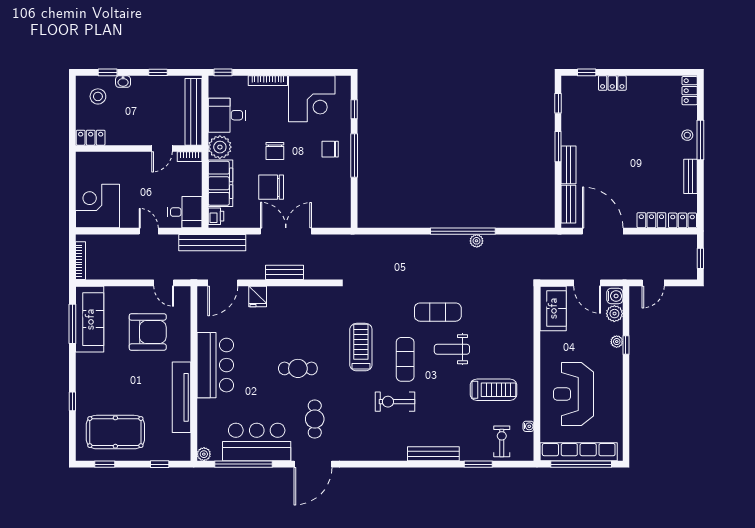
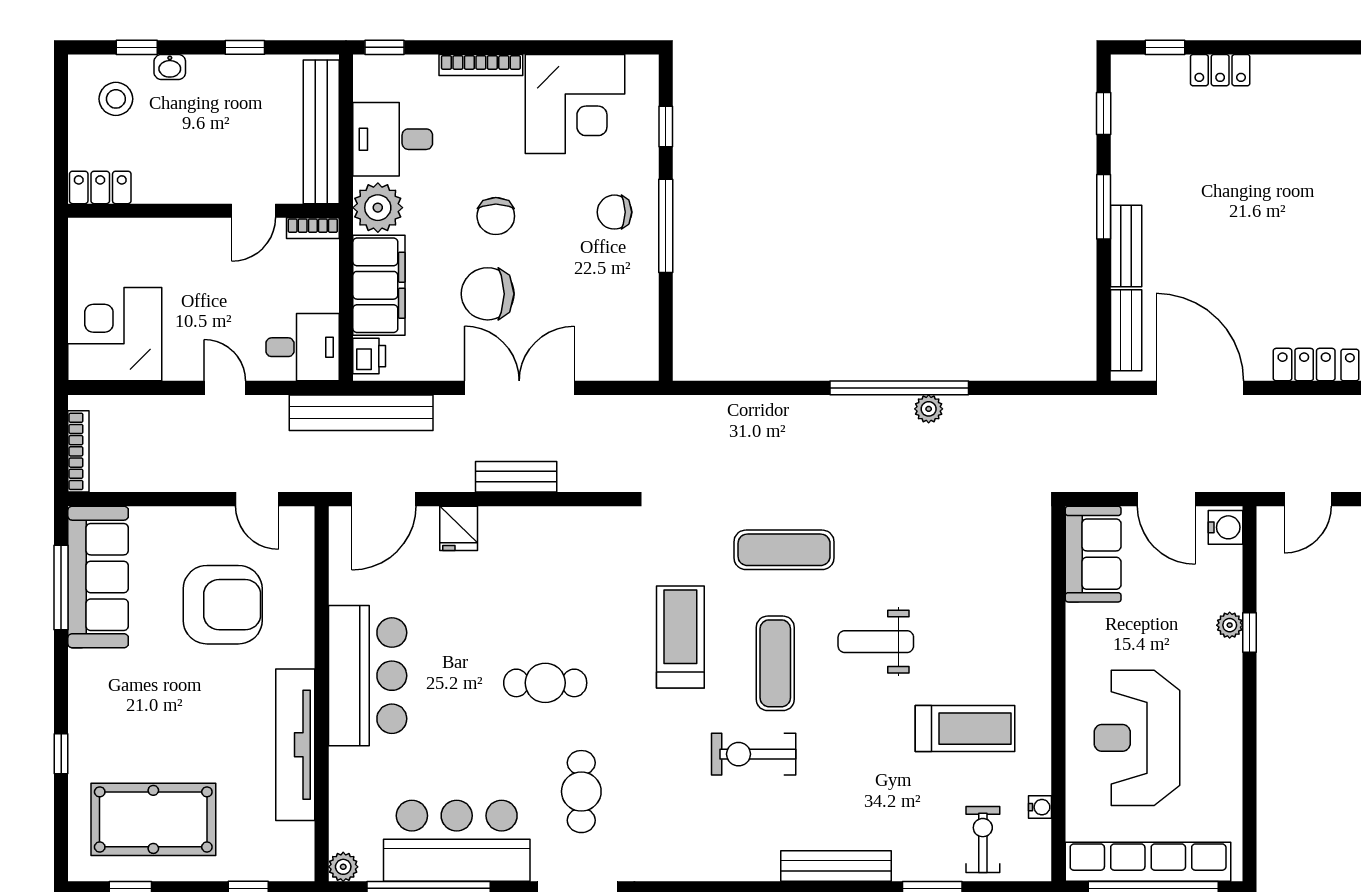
exercise mat: (438, 312) -> (784, 550), moved
plant: (614, 314) -> (1225, 565), removed

